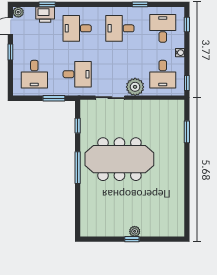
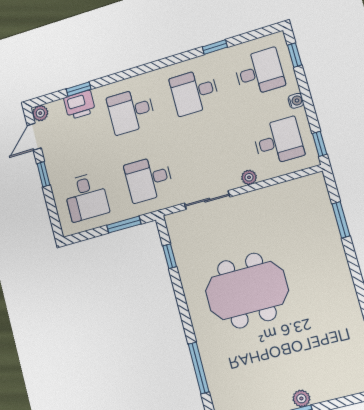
desk: (163, 28) -> (259, 72), turned 90
desk: (77, 74) -> (149, 179), turned 180
desk: (163, 74) -> (278, 141), turned -90
plant: (135, 87) -> (249, 177), width x0.53, depth x0.53
meeting table: (119, 159) -> (247, 291), width x0.73
window: (78, 168) -> (199, 368), moved

